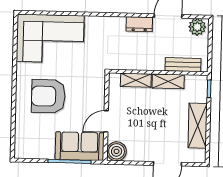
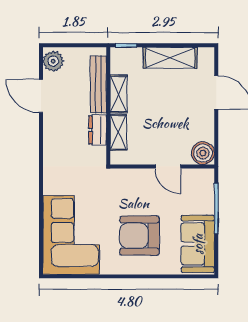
dresser: (139, 24) -> (98, 130), moved, turned 180
bench: (183, 65) -> (98, 84), width x1.36
armchair: (48, 96) -> (139, 236), turned 90
sofa: (80, 146) -> (198, 244), moved

